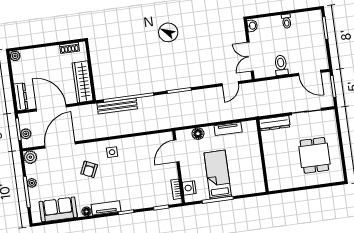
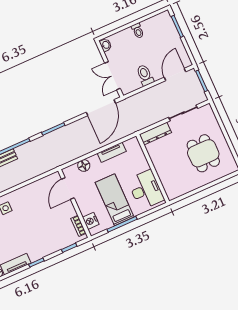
door: (310, 73) -> (175, 75), swing flipped
door: (230, 84) -> (101, 108), width x1.87
desk: (250, 174) -> (146, 190), added

